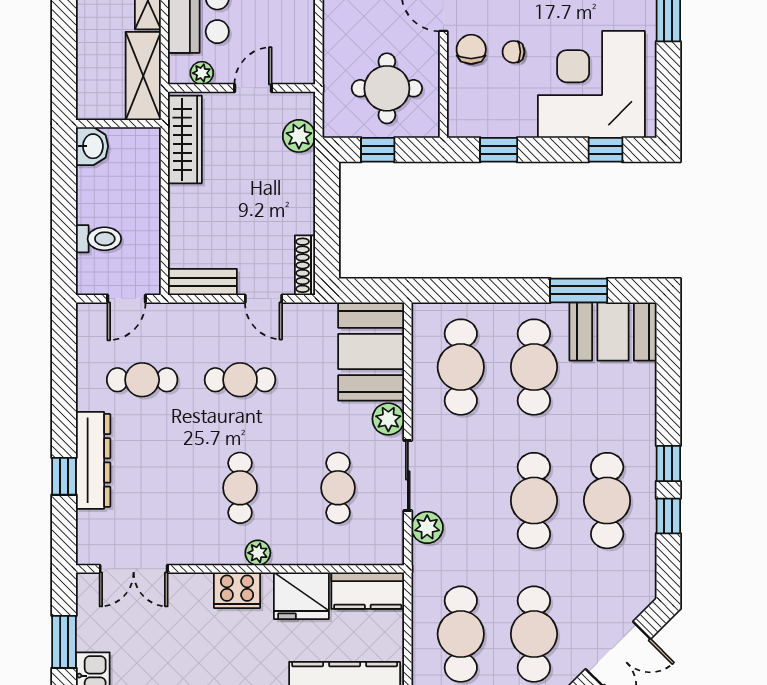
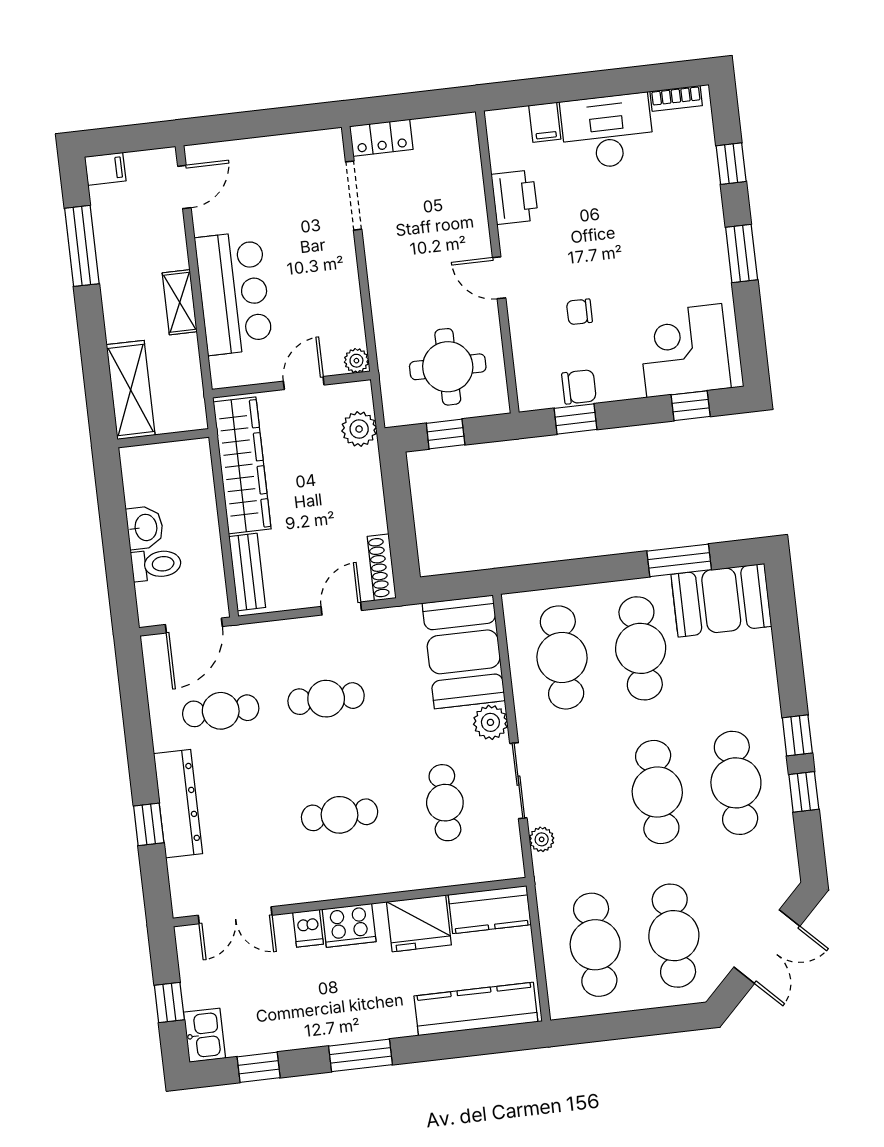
chair: (471, 49) -> (579, 387), moved, turned 90
plant: (202, 73) -> (356, 361), moved
shelving: (143, 76) -> (131, 390), moved
corner desk: (591, 84) -> (684, 351), width x0.74, depth x0.74
wardrobe: (185, 139) -> (242, 465), width x1.40, depth x1.17
washbasin: (92, 146) -> (145, 528), moved
bench: (202, 282) -> (247, 572), moved, turned 90
door: (127, 299) -> (194, 626), width x1.38
door: (264, 299) -> (341, 609), swing flipped
cafe table: (240, 488) -> (340, 815), turned 90
plant: (427, 527) -> (542, 839), width x0.73, depth x0.73
plant: (258, 553) -> (367, 883), removed
dishwasher: (199, 589) -> (308, 928), added
window: (64, 642) -> (169, 1003), width x0.67

